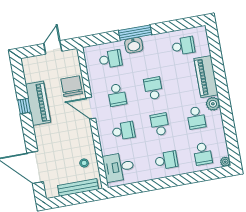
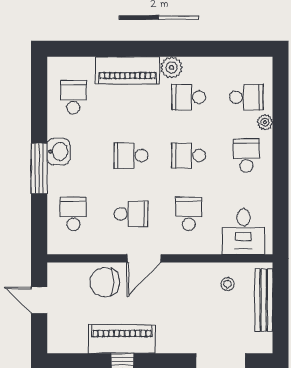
washbasin: (134, 45) -> (58, 151), moved
school desk: (196, 118) -> (189, 97), turned 180
plant: (225, 162) -> (265, 122), moved

